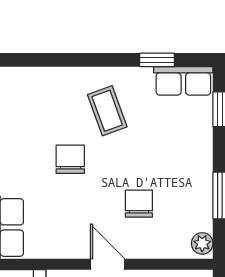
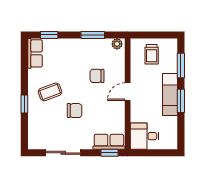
window: (157, 60) -> (24, 104), moved
chair: (70, 159) -> (75, 111), turned 180

